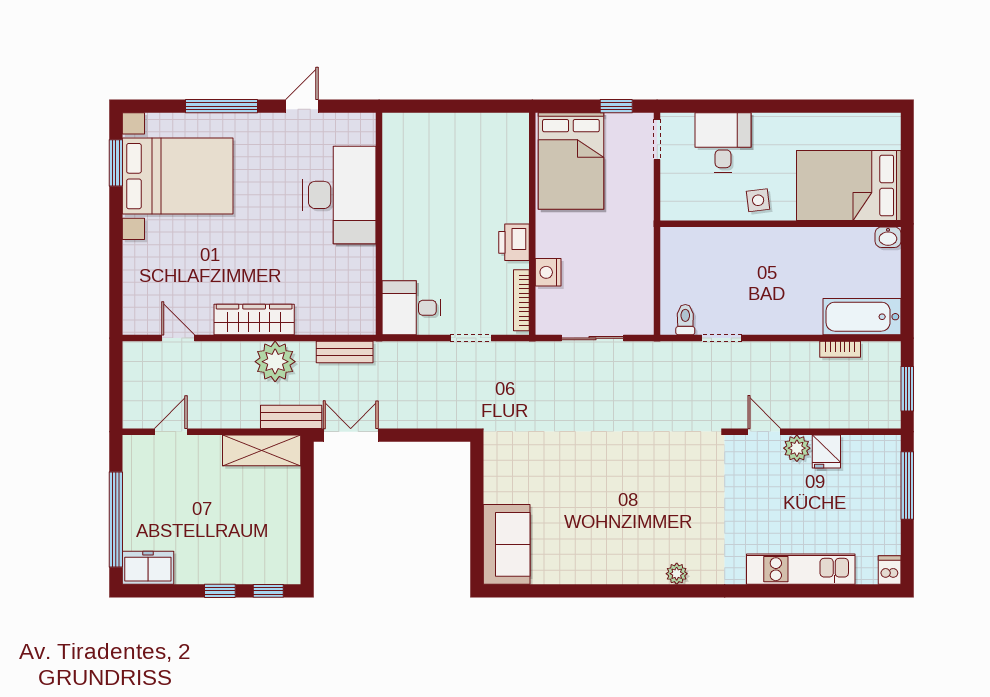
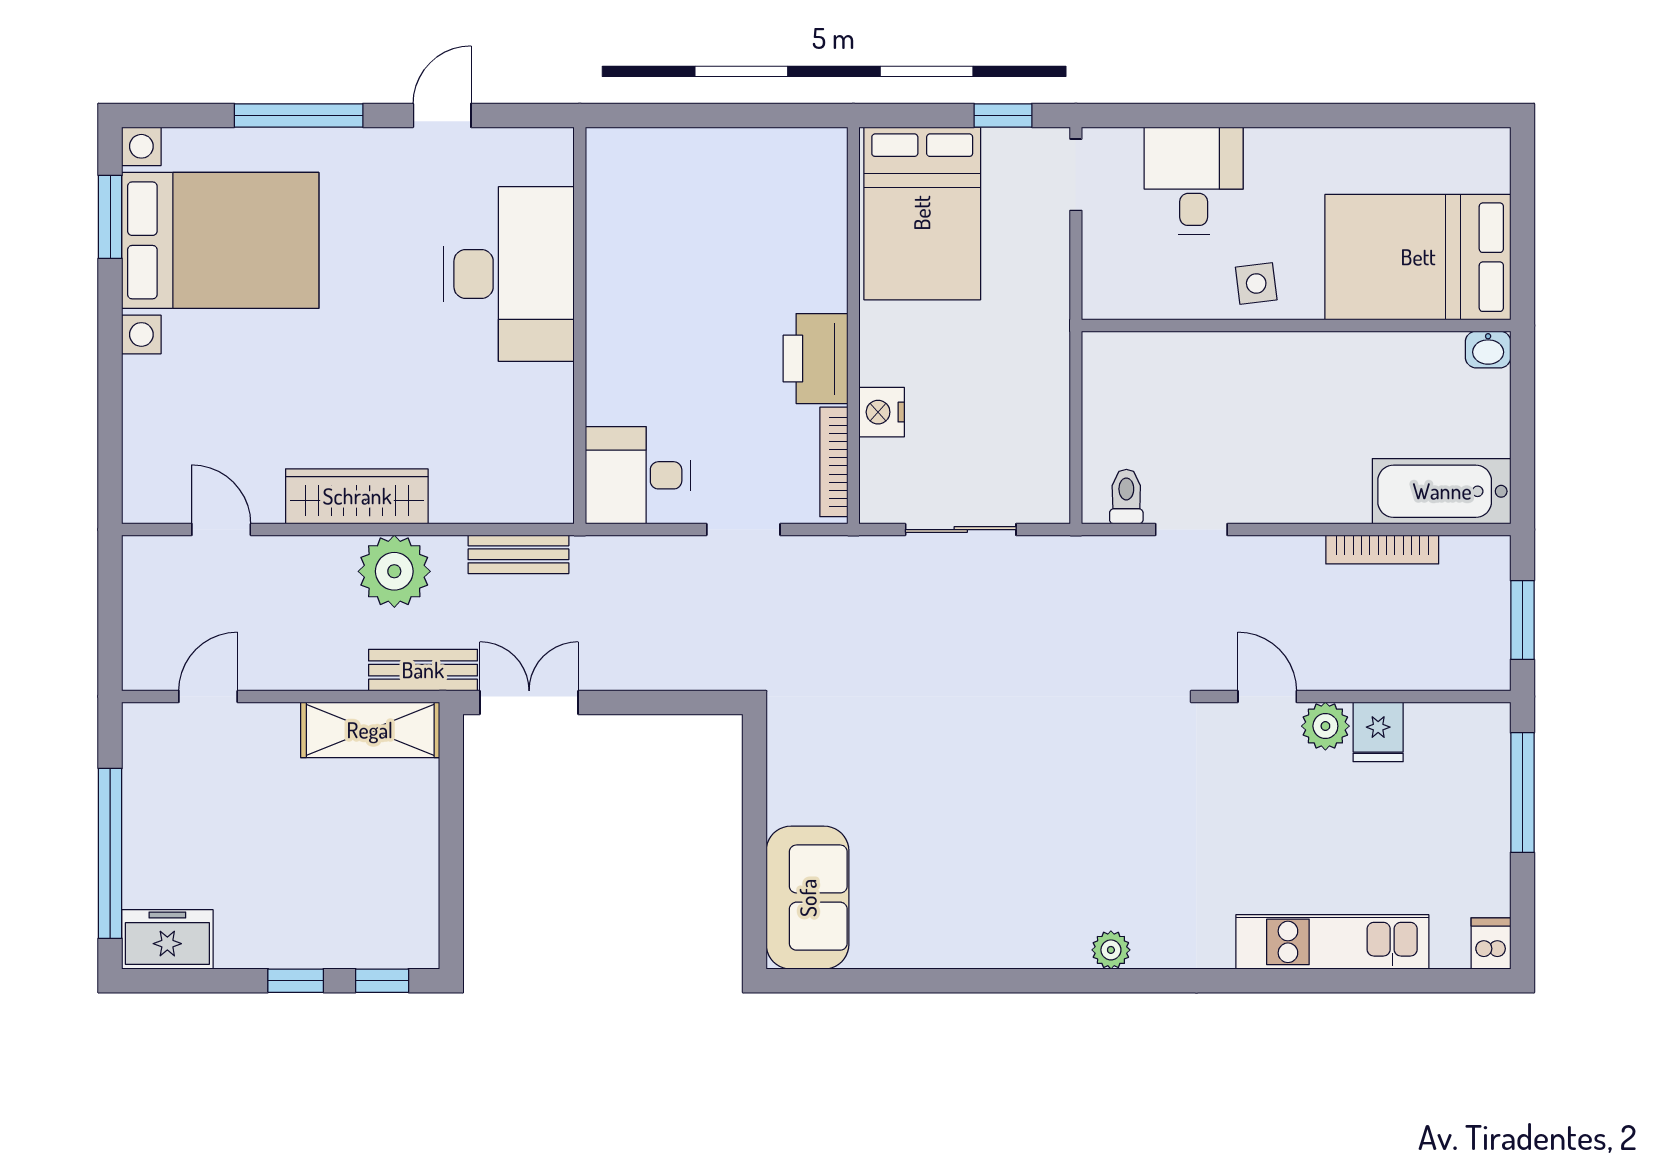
printer: (514, 242) -> (815, 359), width x1.37, depth x1.19
bookcase: (840, 349) -> (1382, 550), width x1.56

